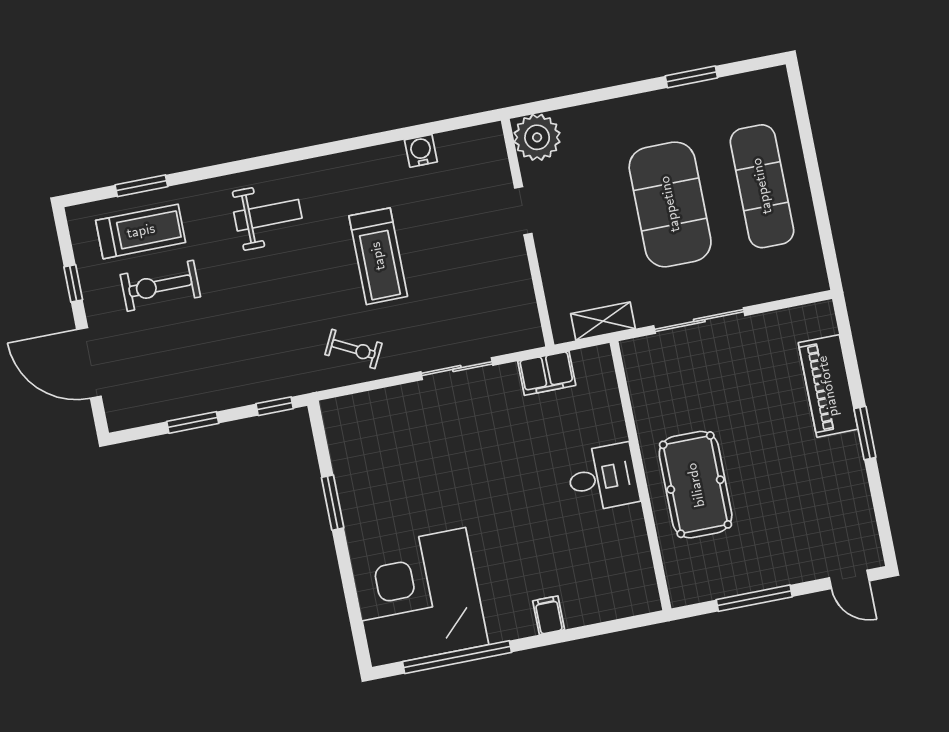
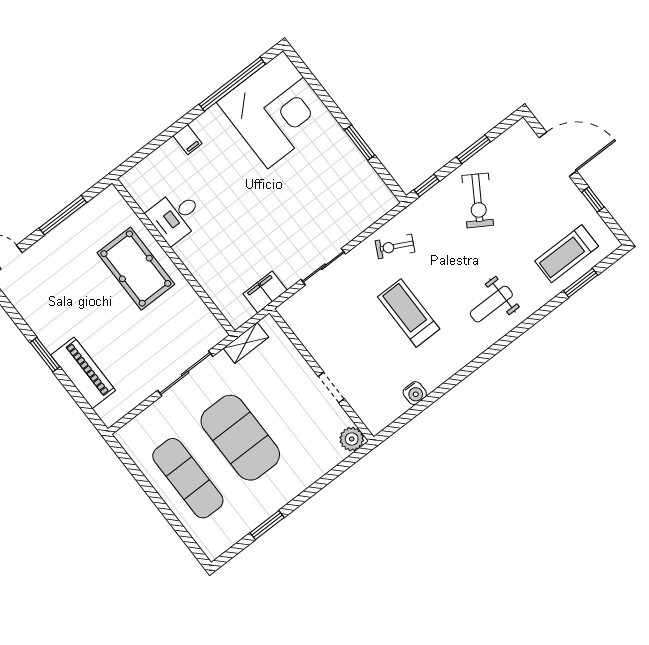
plant: (537, 137) -> (352, 439), width x0.73, depth x0.73
exercise bike: (160, 286) -> (478, 200), moved, turned 122
desk: (603, 478) -> (176, 216), moved

